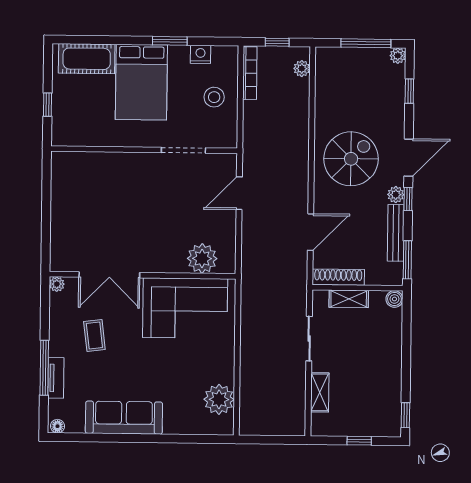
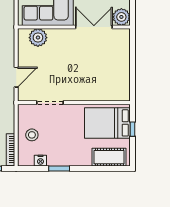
bed: (141, 82) -> (107, 123), moved, turned -90
plant: (57, 284) -> (121, 17), width x1.88, depth x1.88

